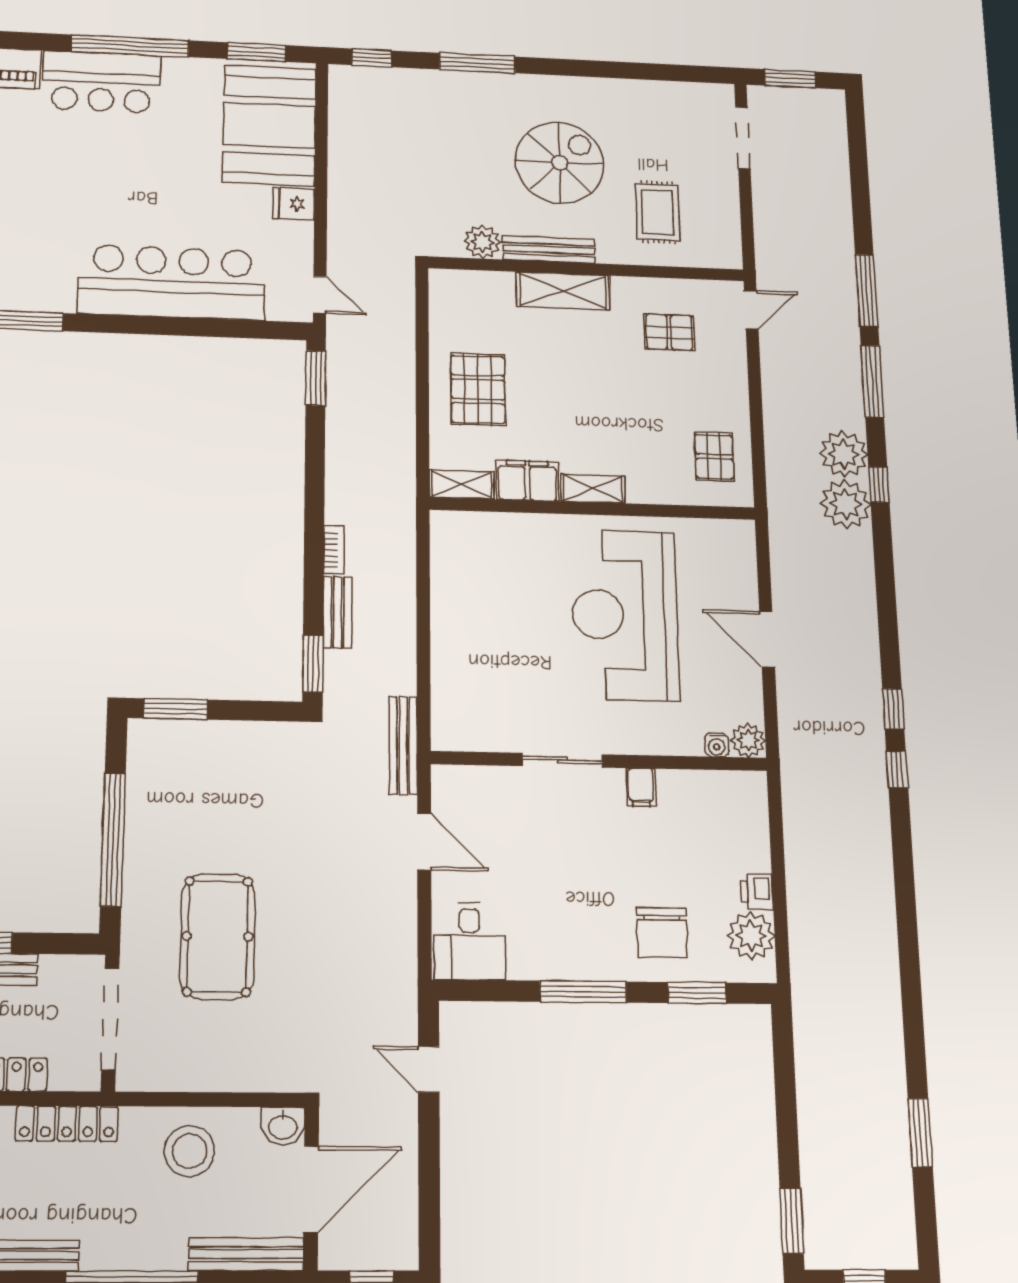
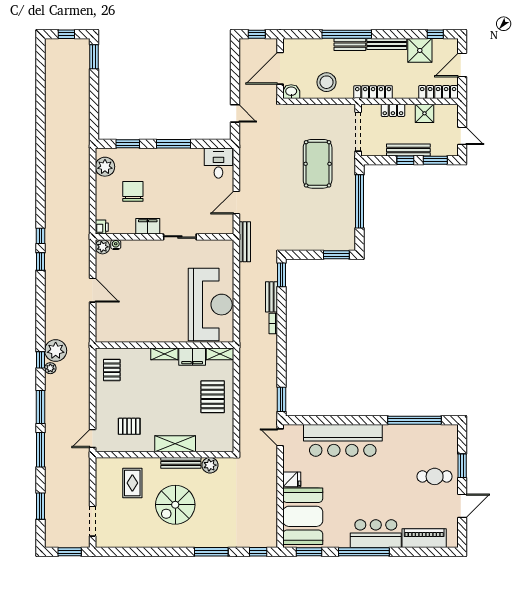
plant: (844, 454) -> (50, 368), width x0.53, depth x0.53
reception desk: (625, 615) -> (210, 305), moved
filing cabinet: (641, 787) -> (148, 226), width x2.00
door: (424, 842) -> (236, 203), hinge flipped
printer: (757, 891) -> (102, 227), moved
chair: (662, 933) -> (133, 191), moved
window: (920, 1133) -> (41, 506), moved
bench: (246, 1254) -> (350, 44), moved, width x0.73

